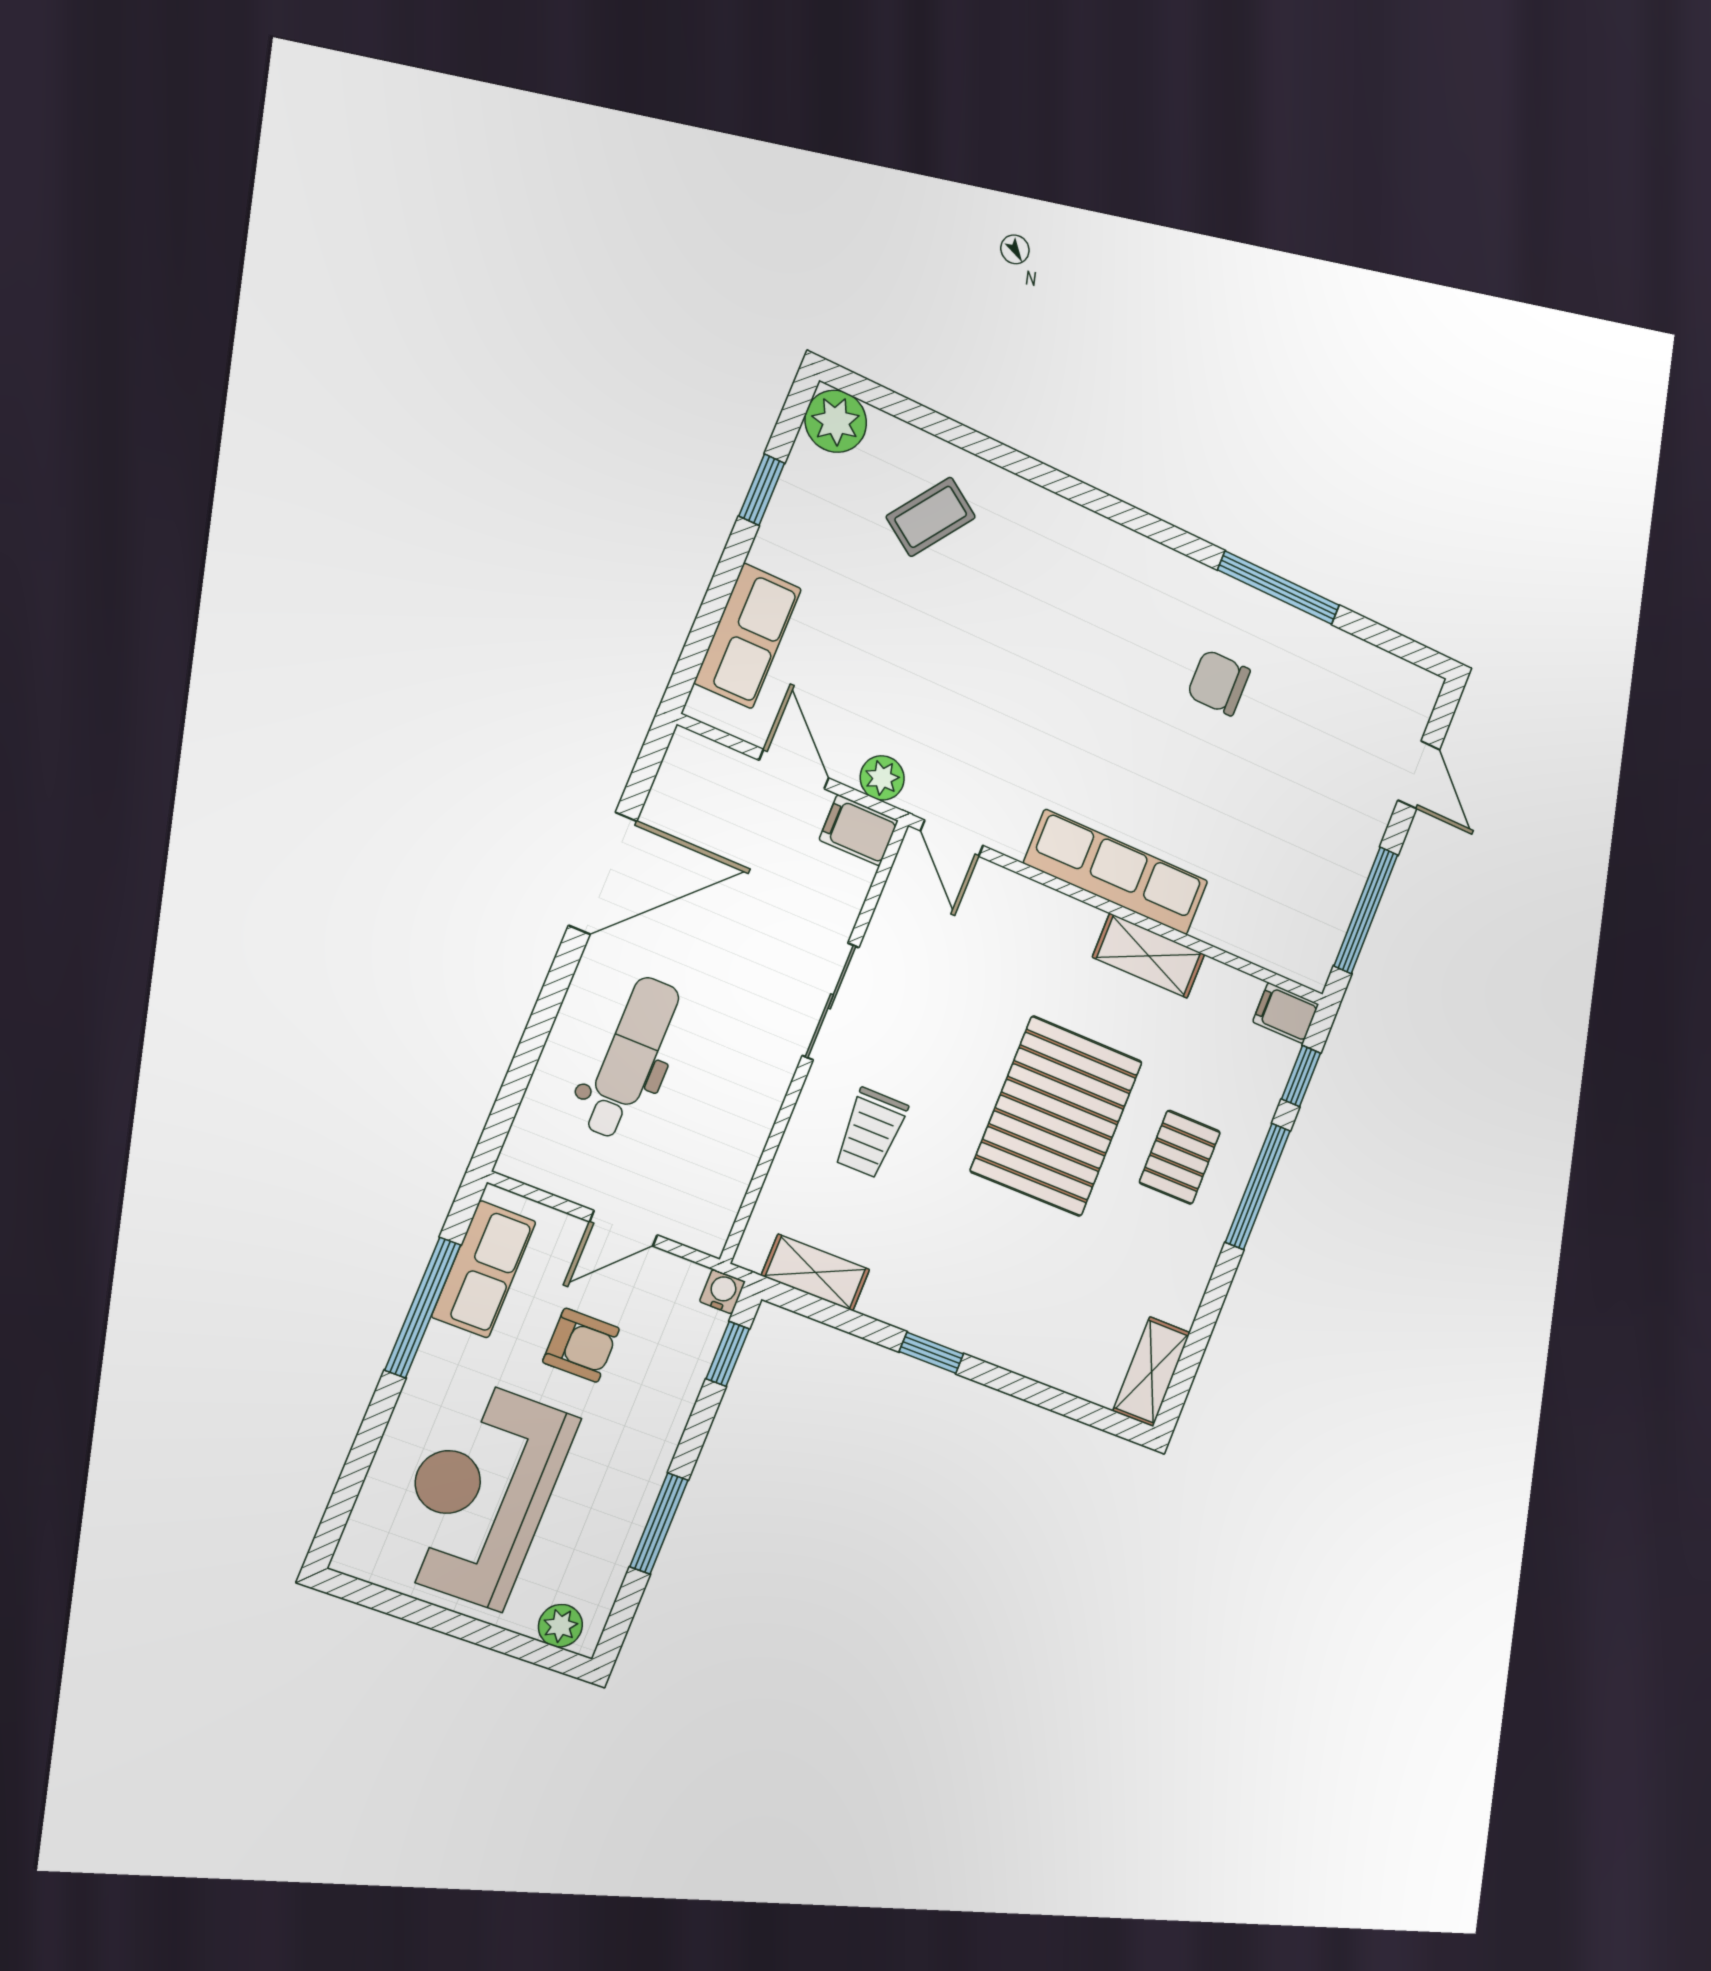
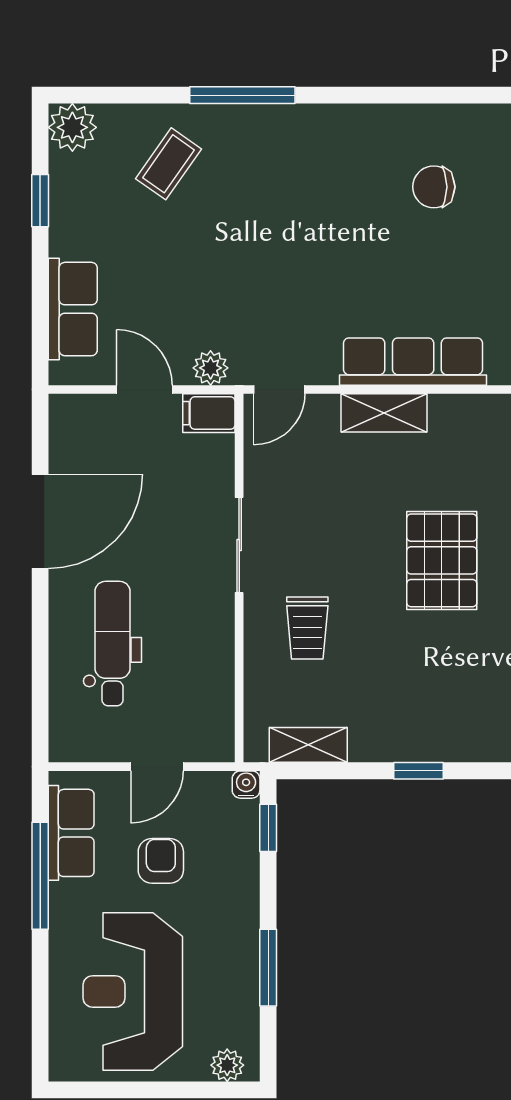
window: (1279, 588) -> (242, 95), moved
door: (952, 838) -> (279, 389), hinge flipped
shelving: (1149, 956) -> (384, 413), moved
pallet: (1056, 1116) -> (442, 560), width x0.73, depth x0.71
armchair: (581, 1345) -> (161, 861), turned -90

